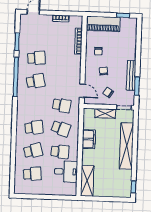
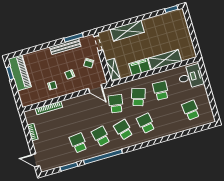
piano: (103, 24) -> (20, 73), moved
door: (82, 91) -> (95, 89), swing flipped
shelving: (105, 113) -> (113, 69), moved
shelving: (126, 146) -> (127, 31), width x0.68
school desk: (33, 151) -> (123, 130), moved
desk: (66, 172) -> (191, 77), moved, turned 90
shelving: (87, 181) -> (165, 60), moved

